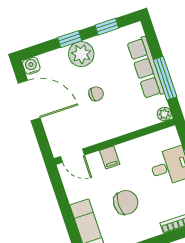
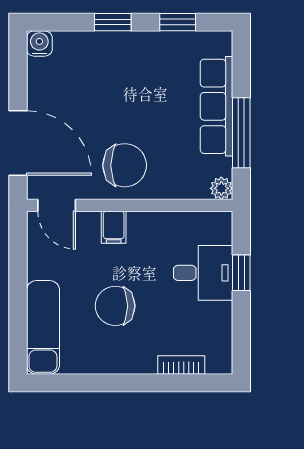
plant: (81, 54) -> (123, 51), removed
chair: (96, 94) -> (125, 165), moved, width x1.87, depth x1.87
door: (29, 101) -> (18, 143), moved
chair: (126, 202) -> (115, 306), turned 180

